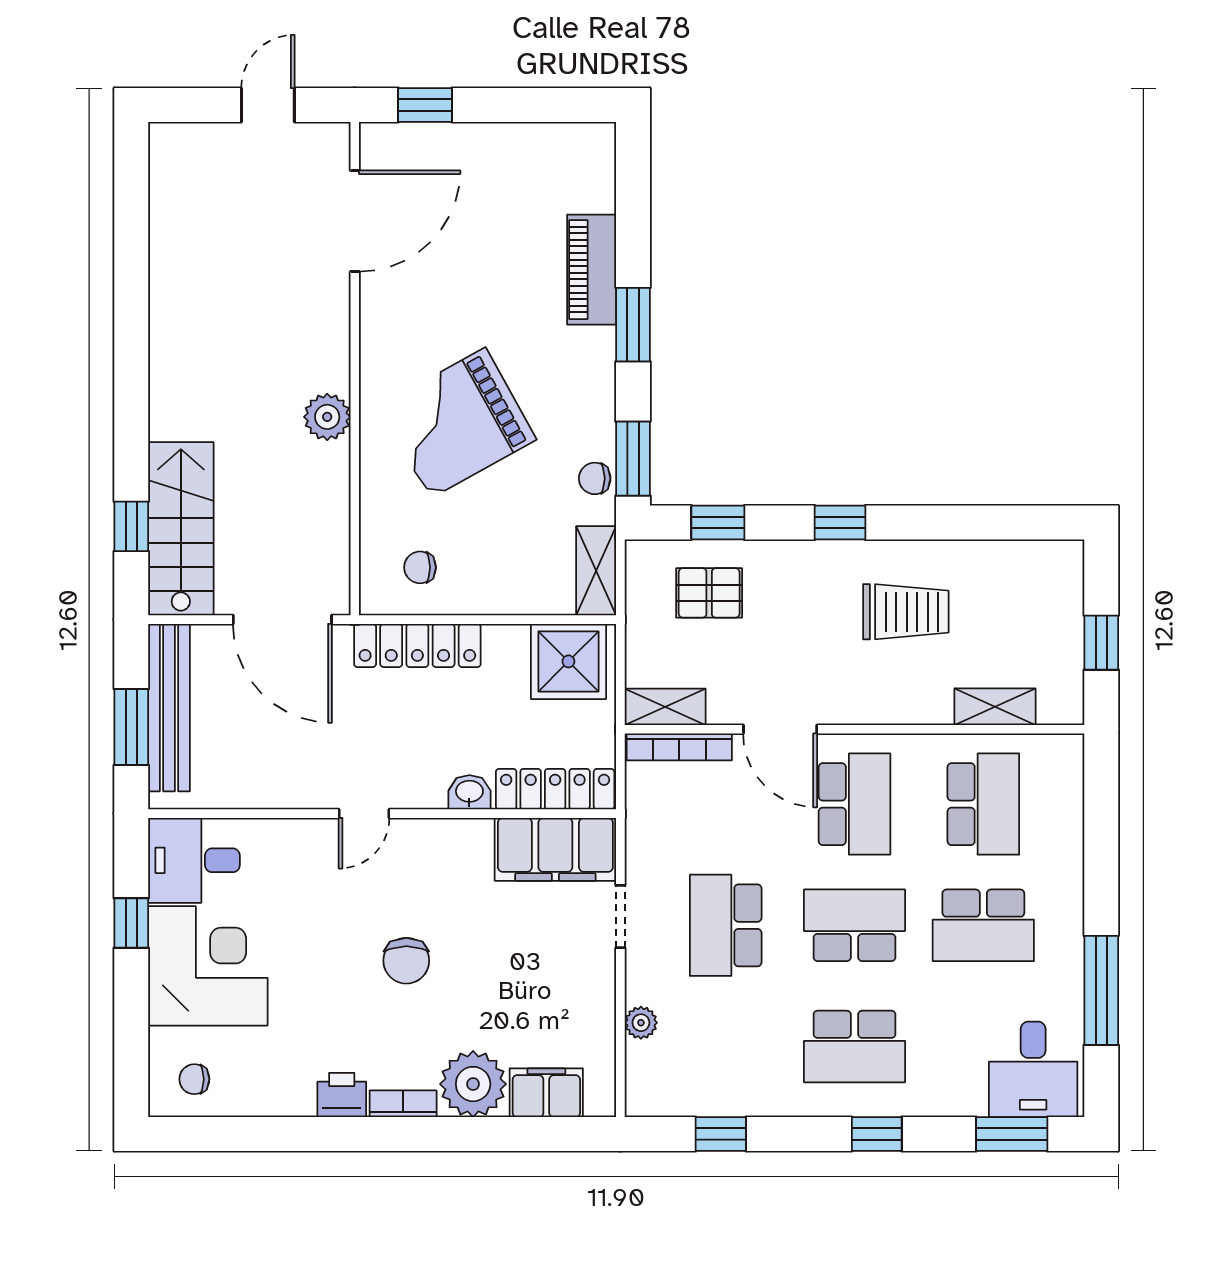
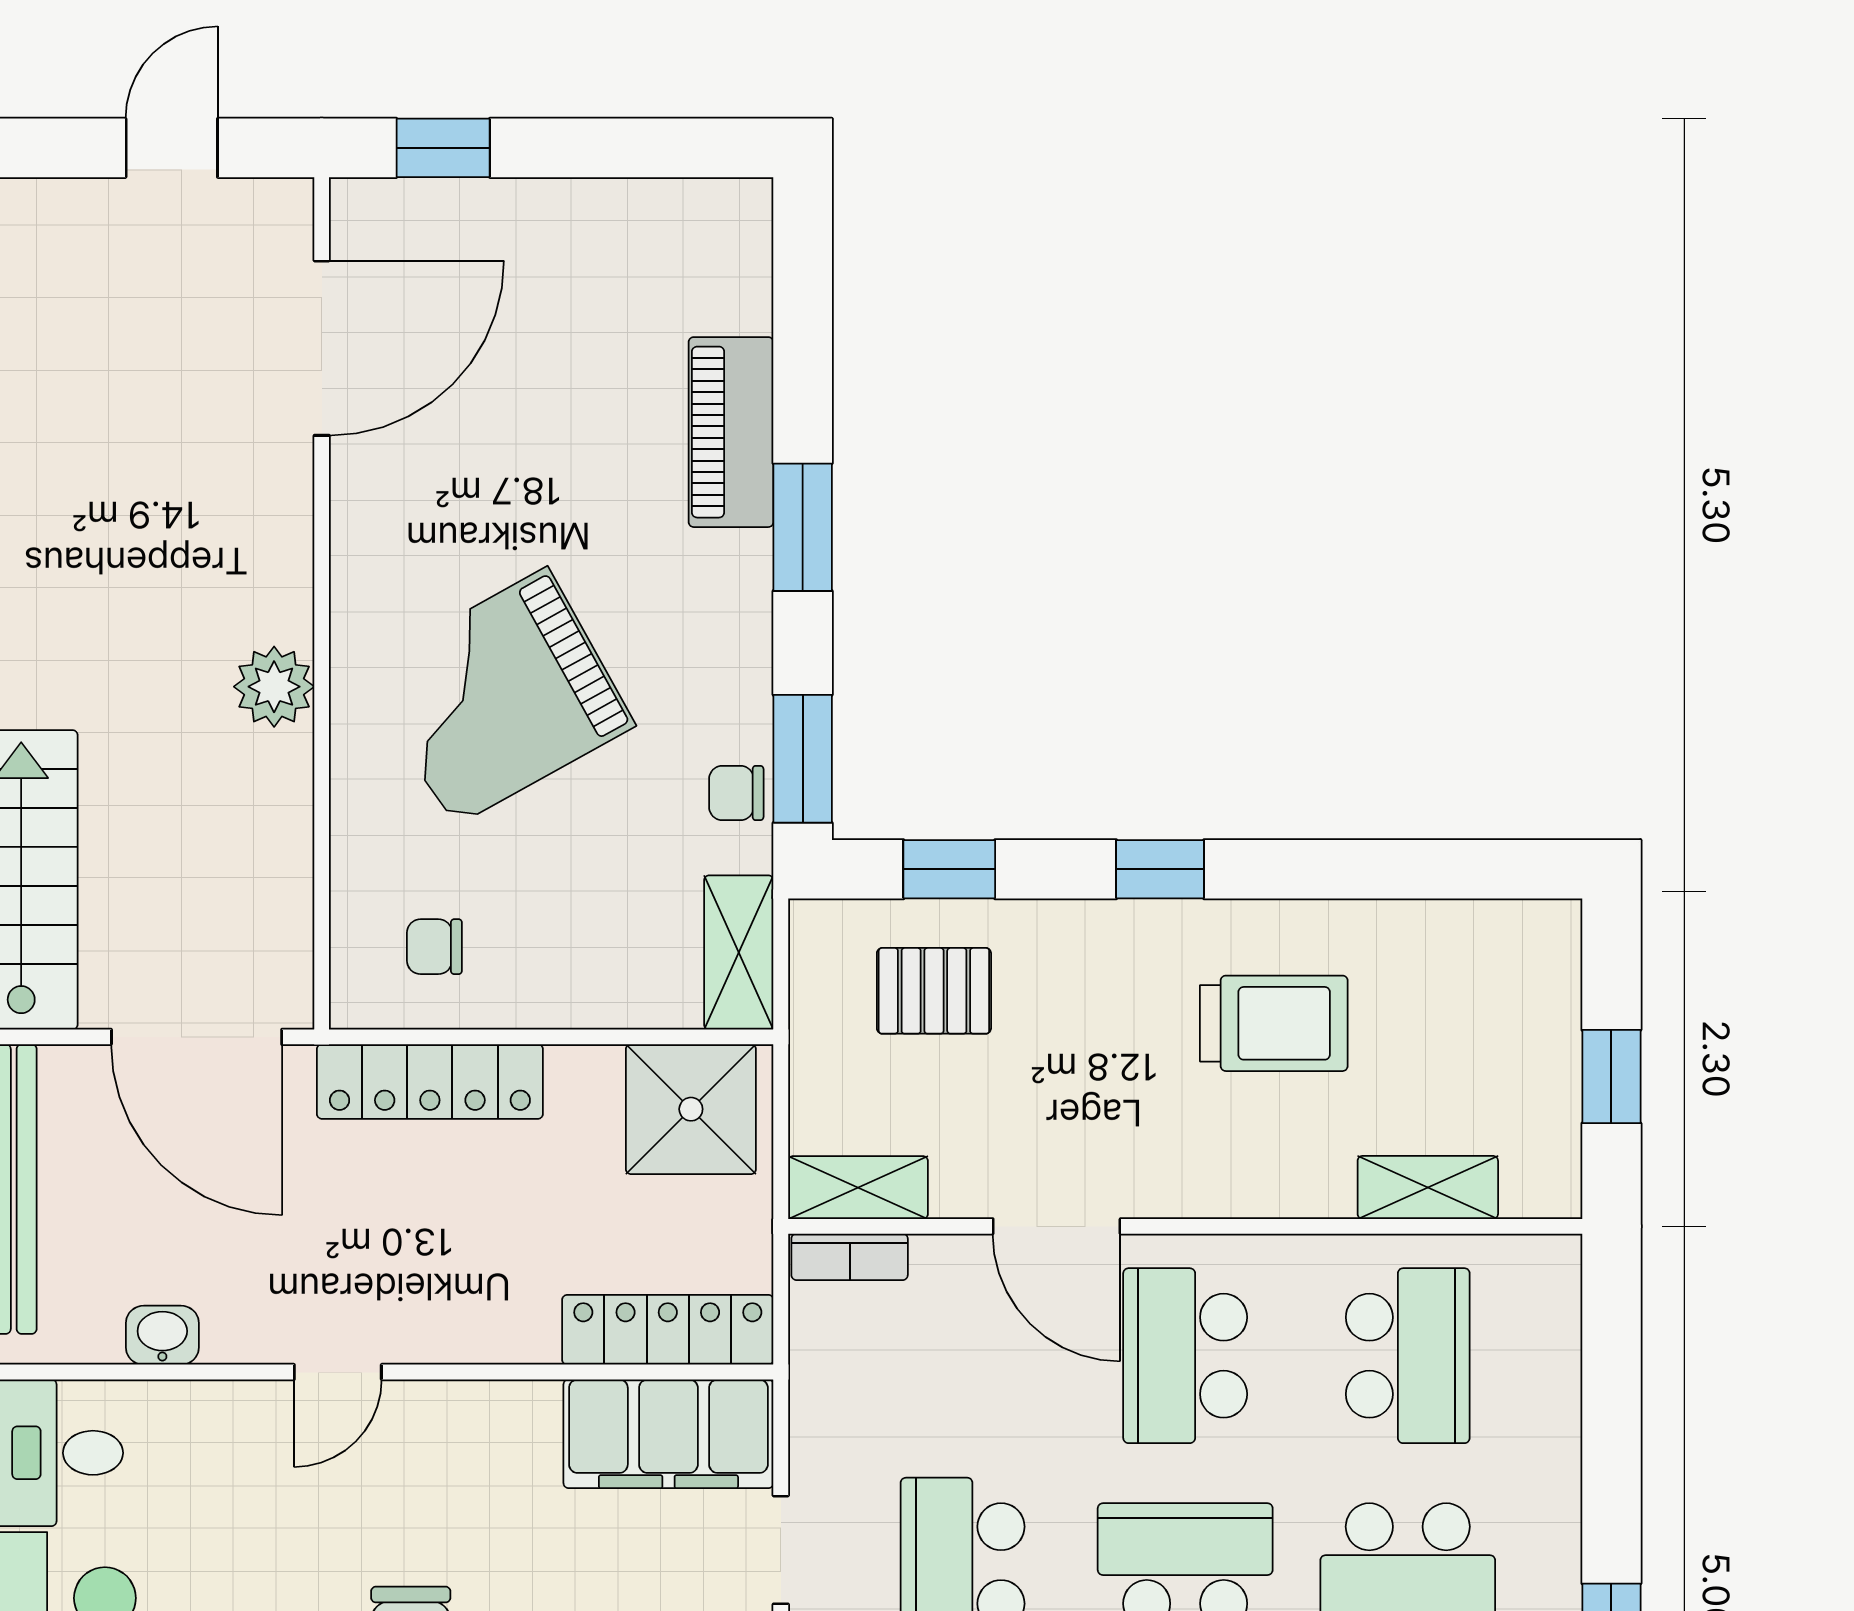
bookcase: (679, 747) -> (850, 1257), width x0.64
washbasin: (469, 792) -> (162, 1335), moved
school desk: (854, 804) -> (1185, 1356), turned 180

